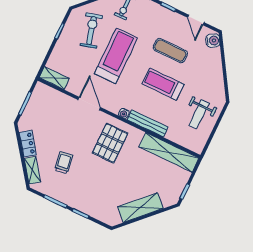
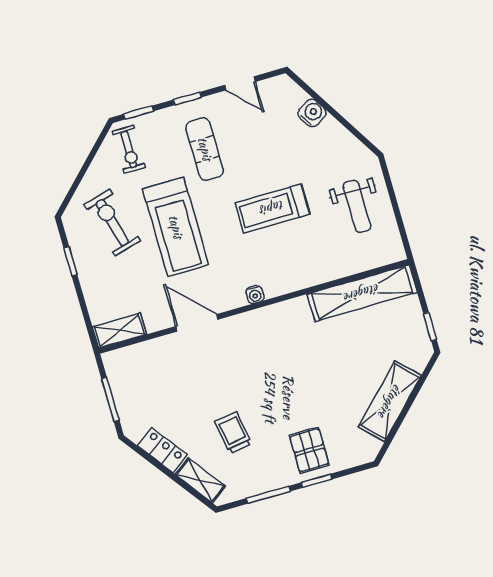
water cooler: (213, 41) -> (312, 113), moved
exercise mat: (170, 51) -> (205, 149), moved, turned 90
treadmill: (116, 56) -> (176, 227), turned 180
bench: (148, 123) -> (299, 280), removed
pallet: (110, 143) -> (309, 450), moved, width x0.67, depth x0.71

